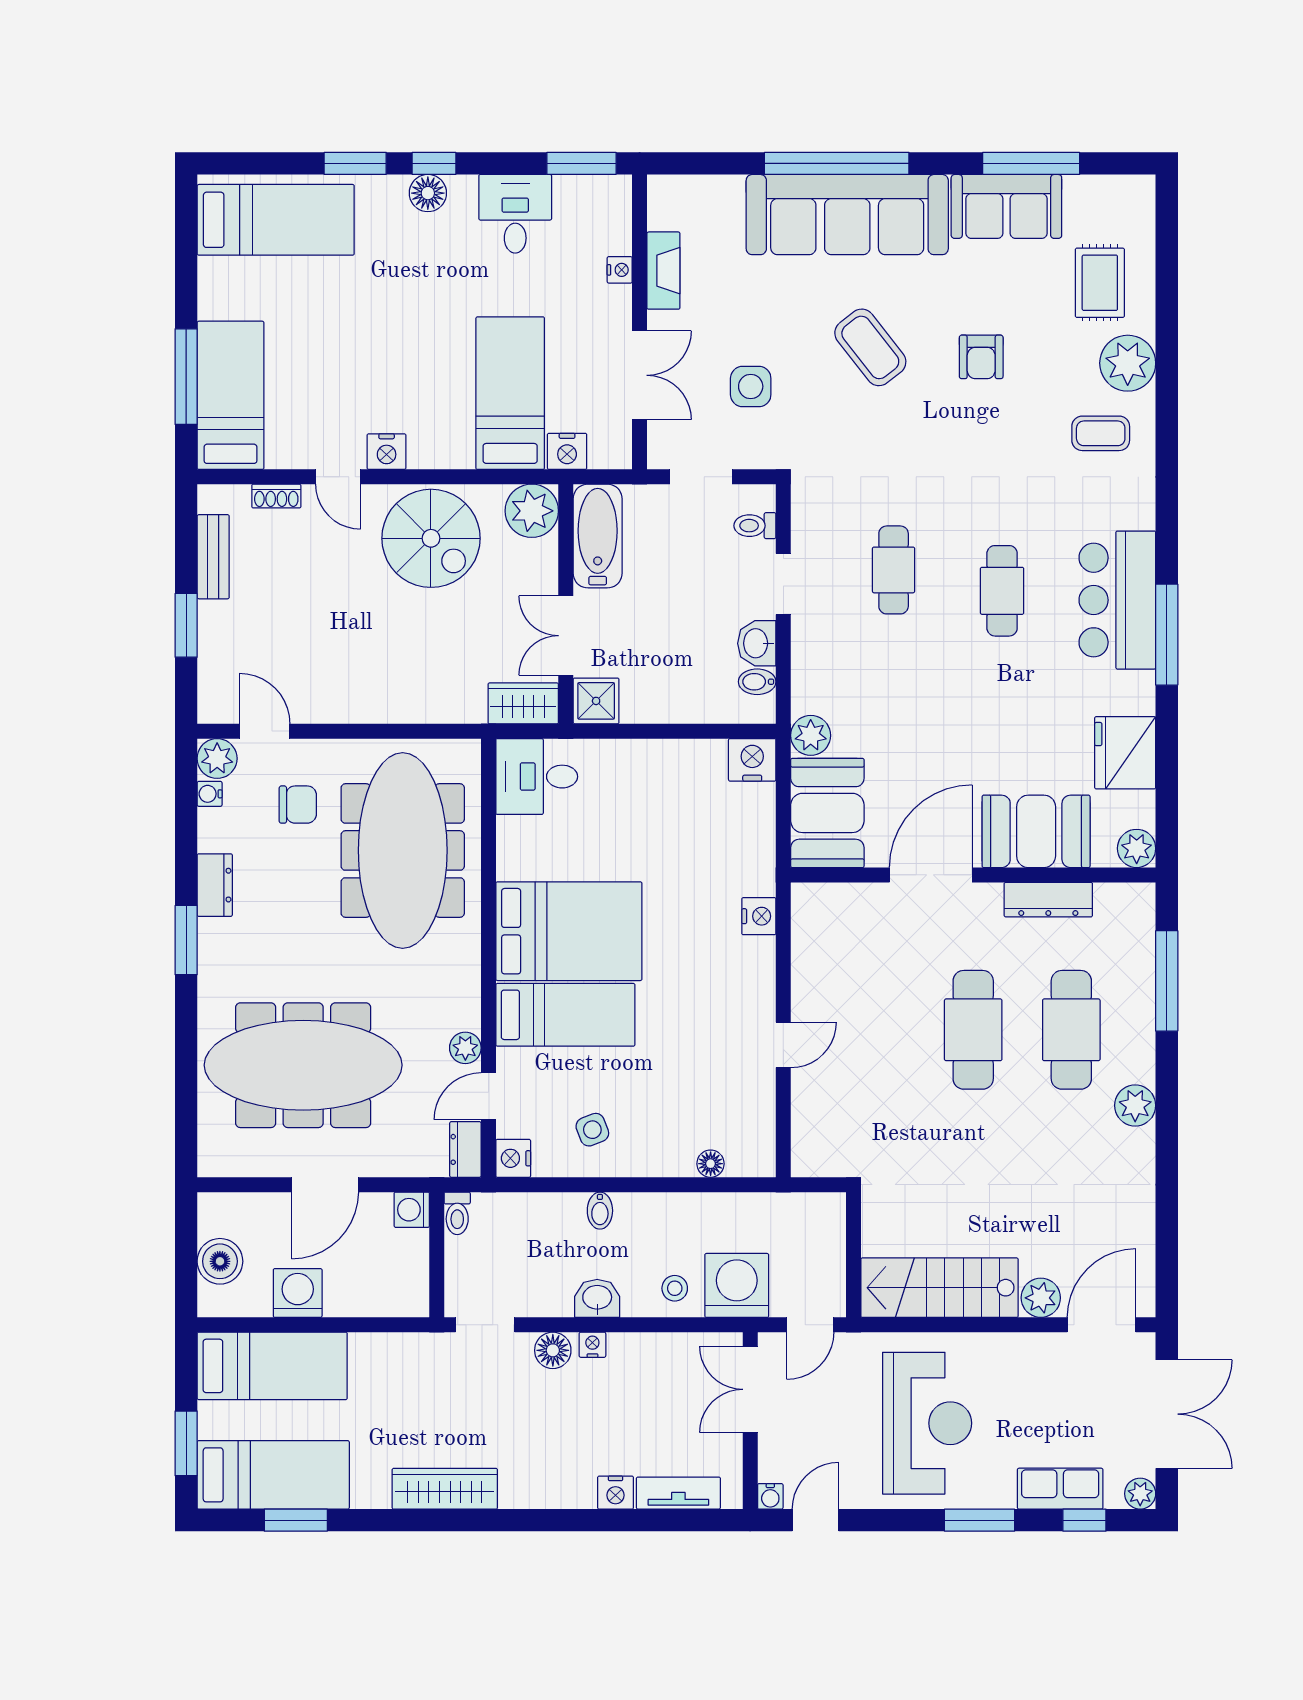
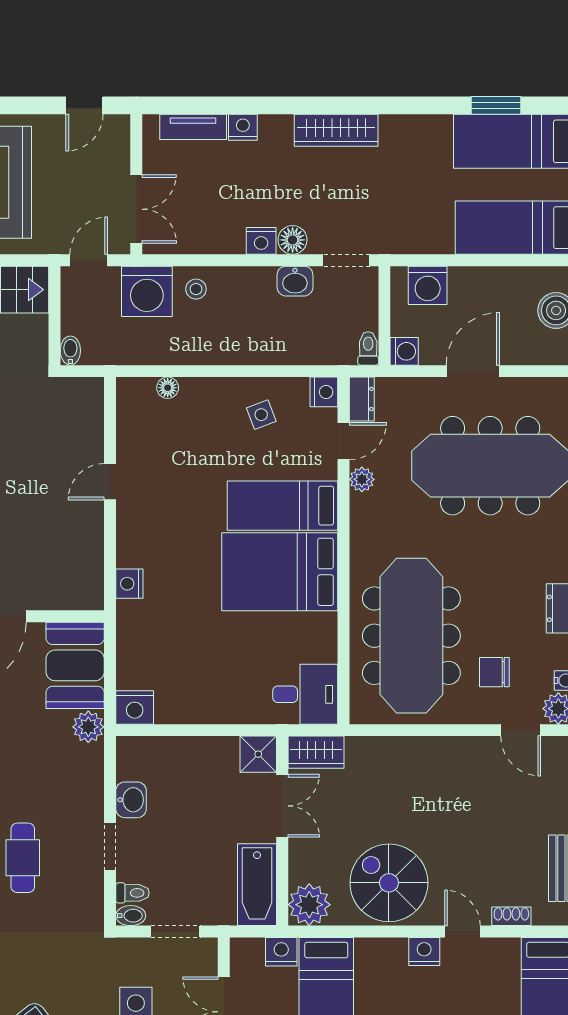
bidet: (757, 682) -> (131, 916), moved
bidet: (600, 1211) -> (70, 351), moved
washing machine: (298, 1293) -> (428, 285), moved
washbasin: (597, 1298) -> (295, 281), moved
nightstand: (592, 1345) -> (261, 241), width x1.39, depth x1.35
wardrobe: (445, 1489) -> (336, 130), moved
water cooler: (770, 1496) -> (120, 124), removed

